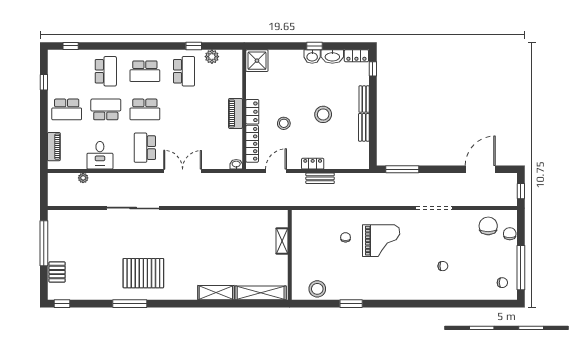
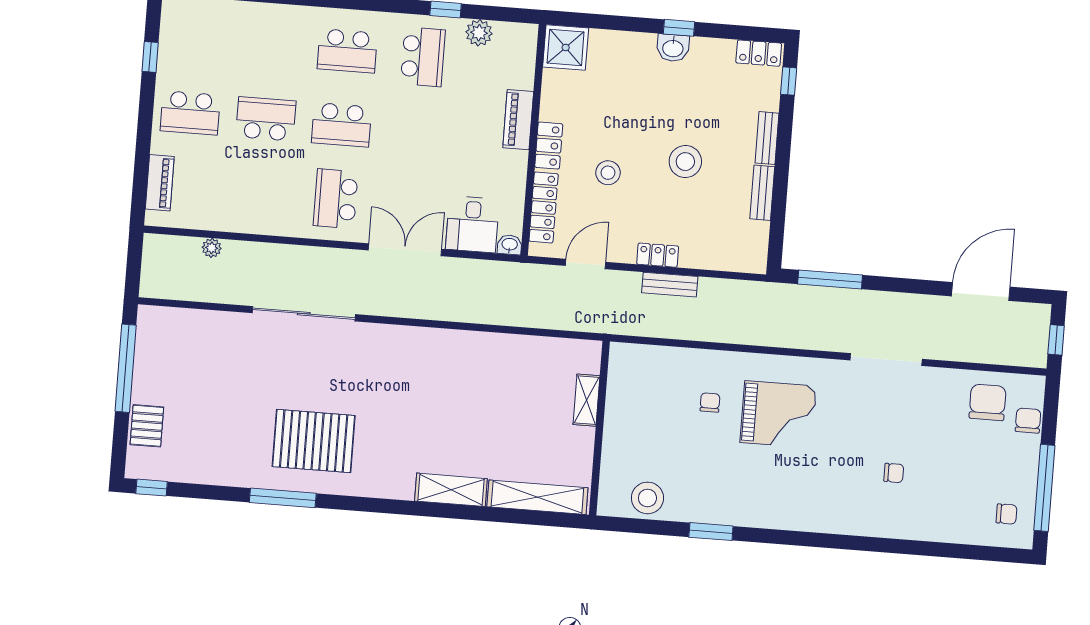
washbasin: (332, 56) -> (712, 51), removed
school desk: (106, 71) -> (272, 45), removed
piano: (236, 113) -> (518, 120), moved
desk: (100, 155) -> (472, 224), moved

